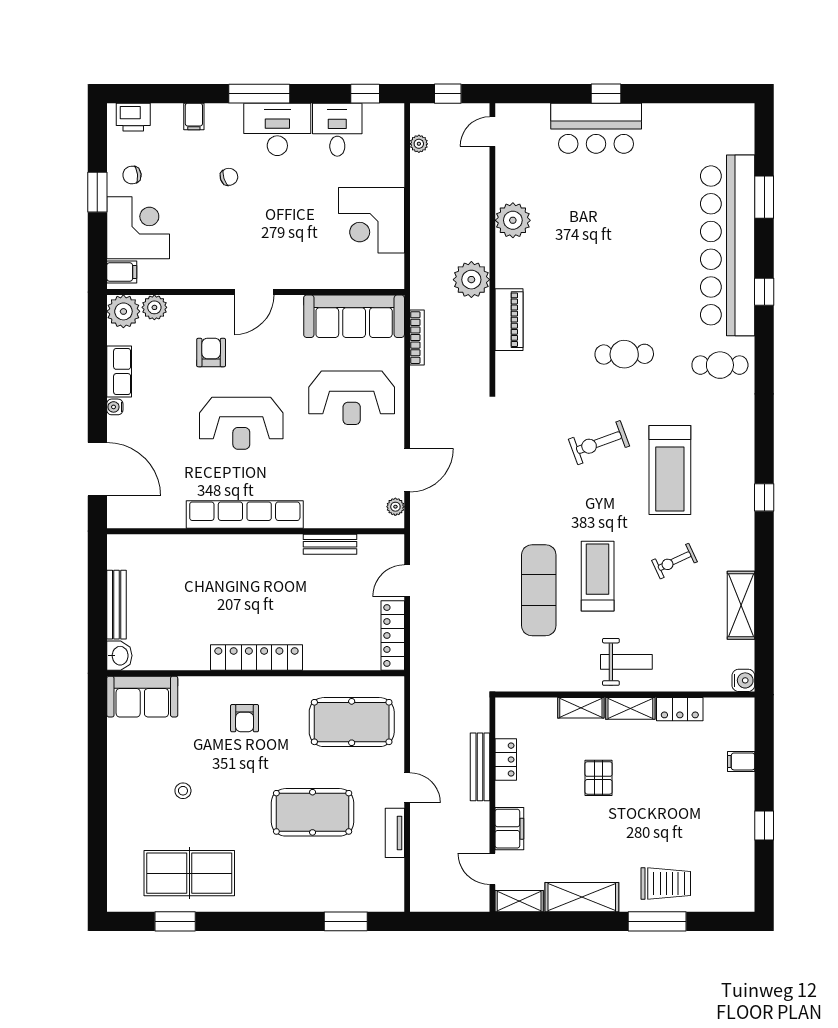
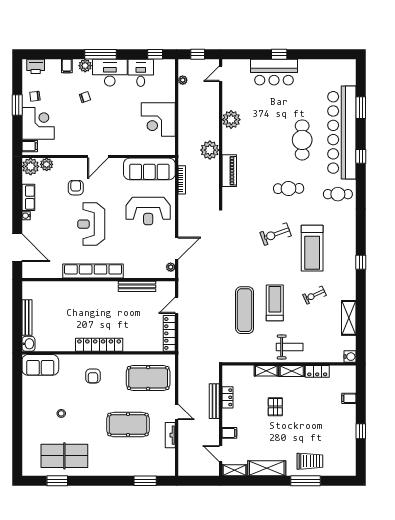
plant: (229, 116) -> (85, 66), added
cafe table: (651, 260) -> (302, 140), added
reception desk: (241, 423) -> (91, 224), turned 90
bench: (330, 544) -> (137, 286), width x1.36
filing cabinet: (509, 829) -> (229, 433), width x0.50

